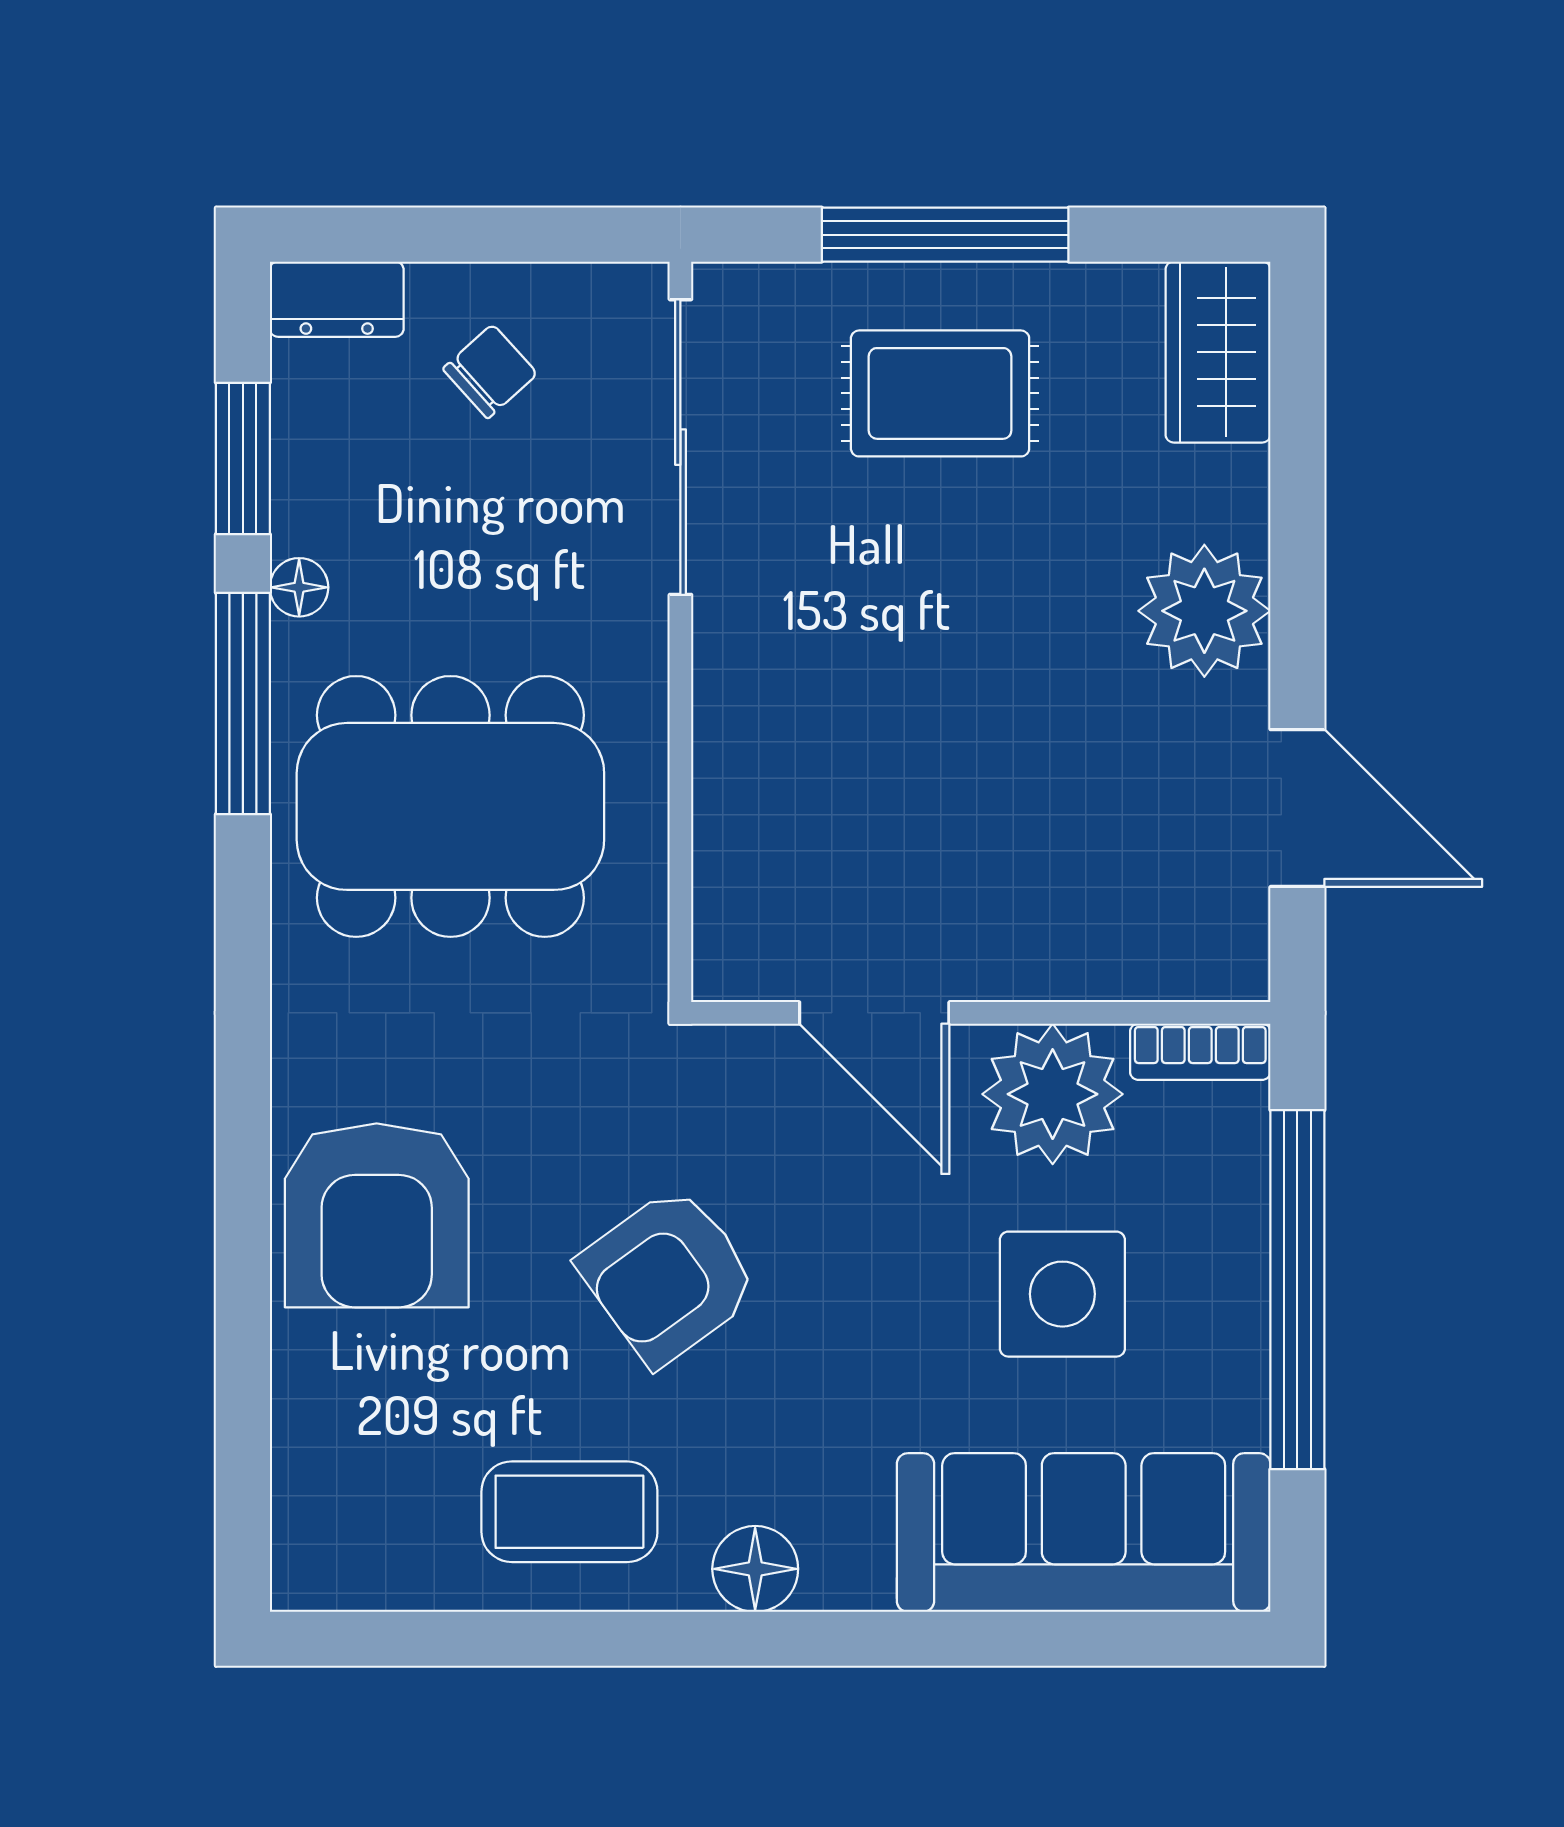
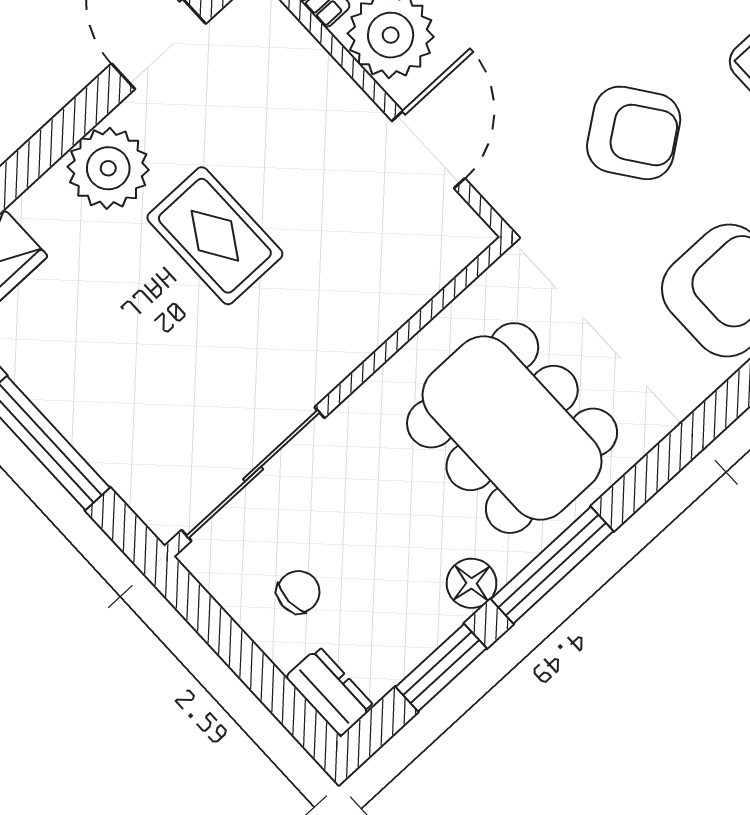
chair: (490, 371) -> (298, 592), turned 132
rug: (940, 393) -> (215, 236), moved
floor lamp: (299, 587) -> (472, 583), width x1.37, depth x1.37

